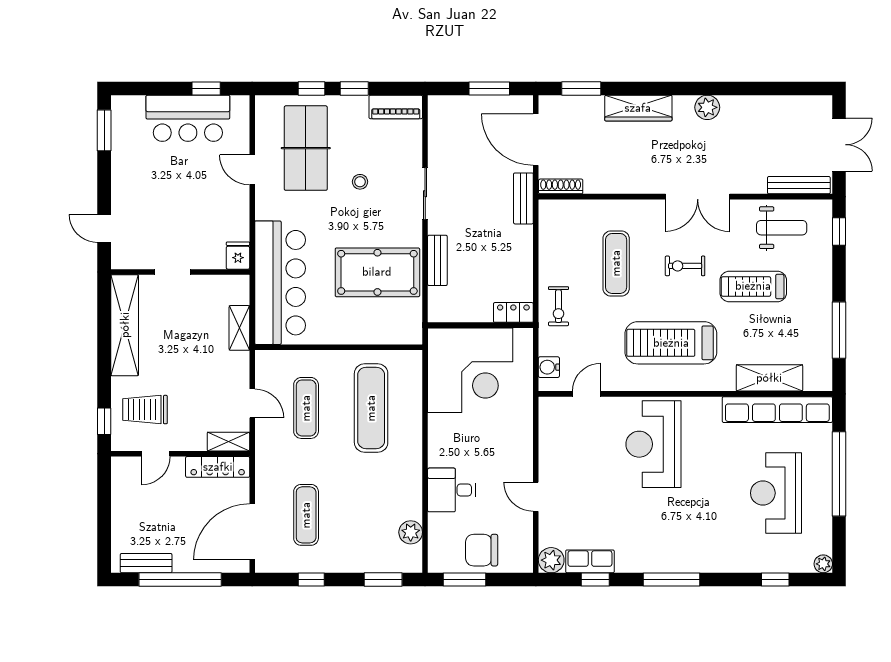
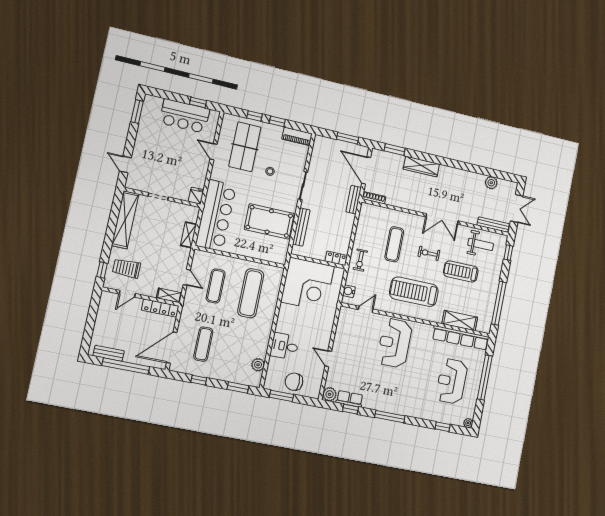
plant: (707, 107) -> (491, 183), moved
bench: (437, 260) -> (301, 227), width x1.36
window: (839, 330) -> (499, 303), width x1.46

